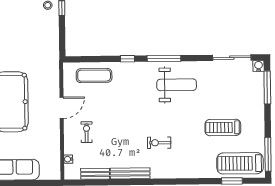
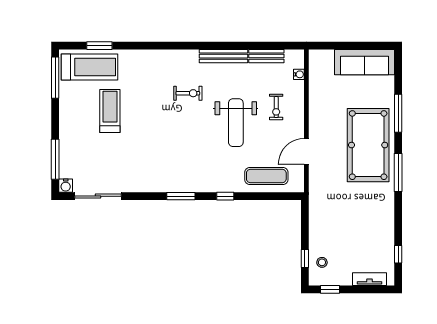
window: (164, 58) -> (181, 196), width x0.69
weight bench: (177, 85) -> (236, 123), moved, turned -90
door: (62, 108) -> (306, 151), moved
treadmill: (223, 128) -> (110, 111), turned -90

